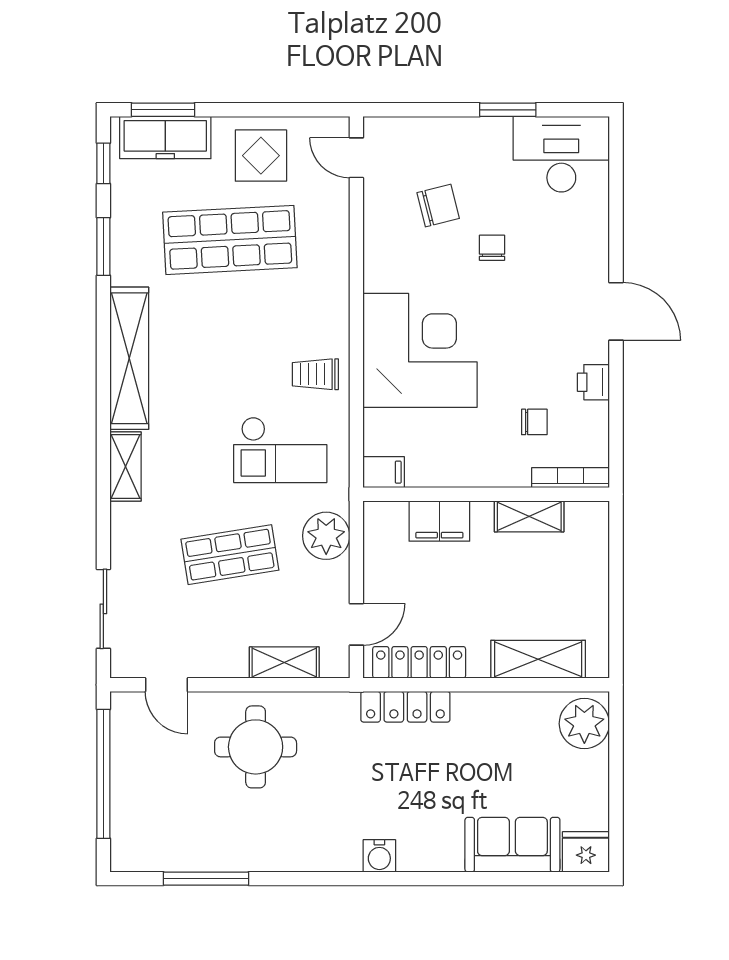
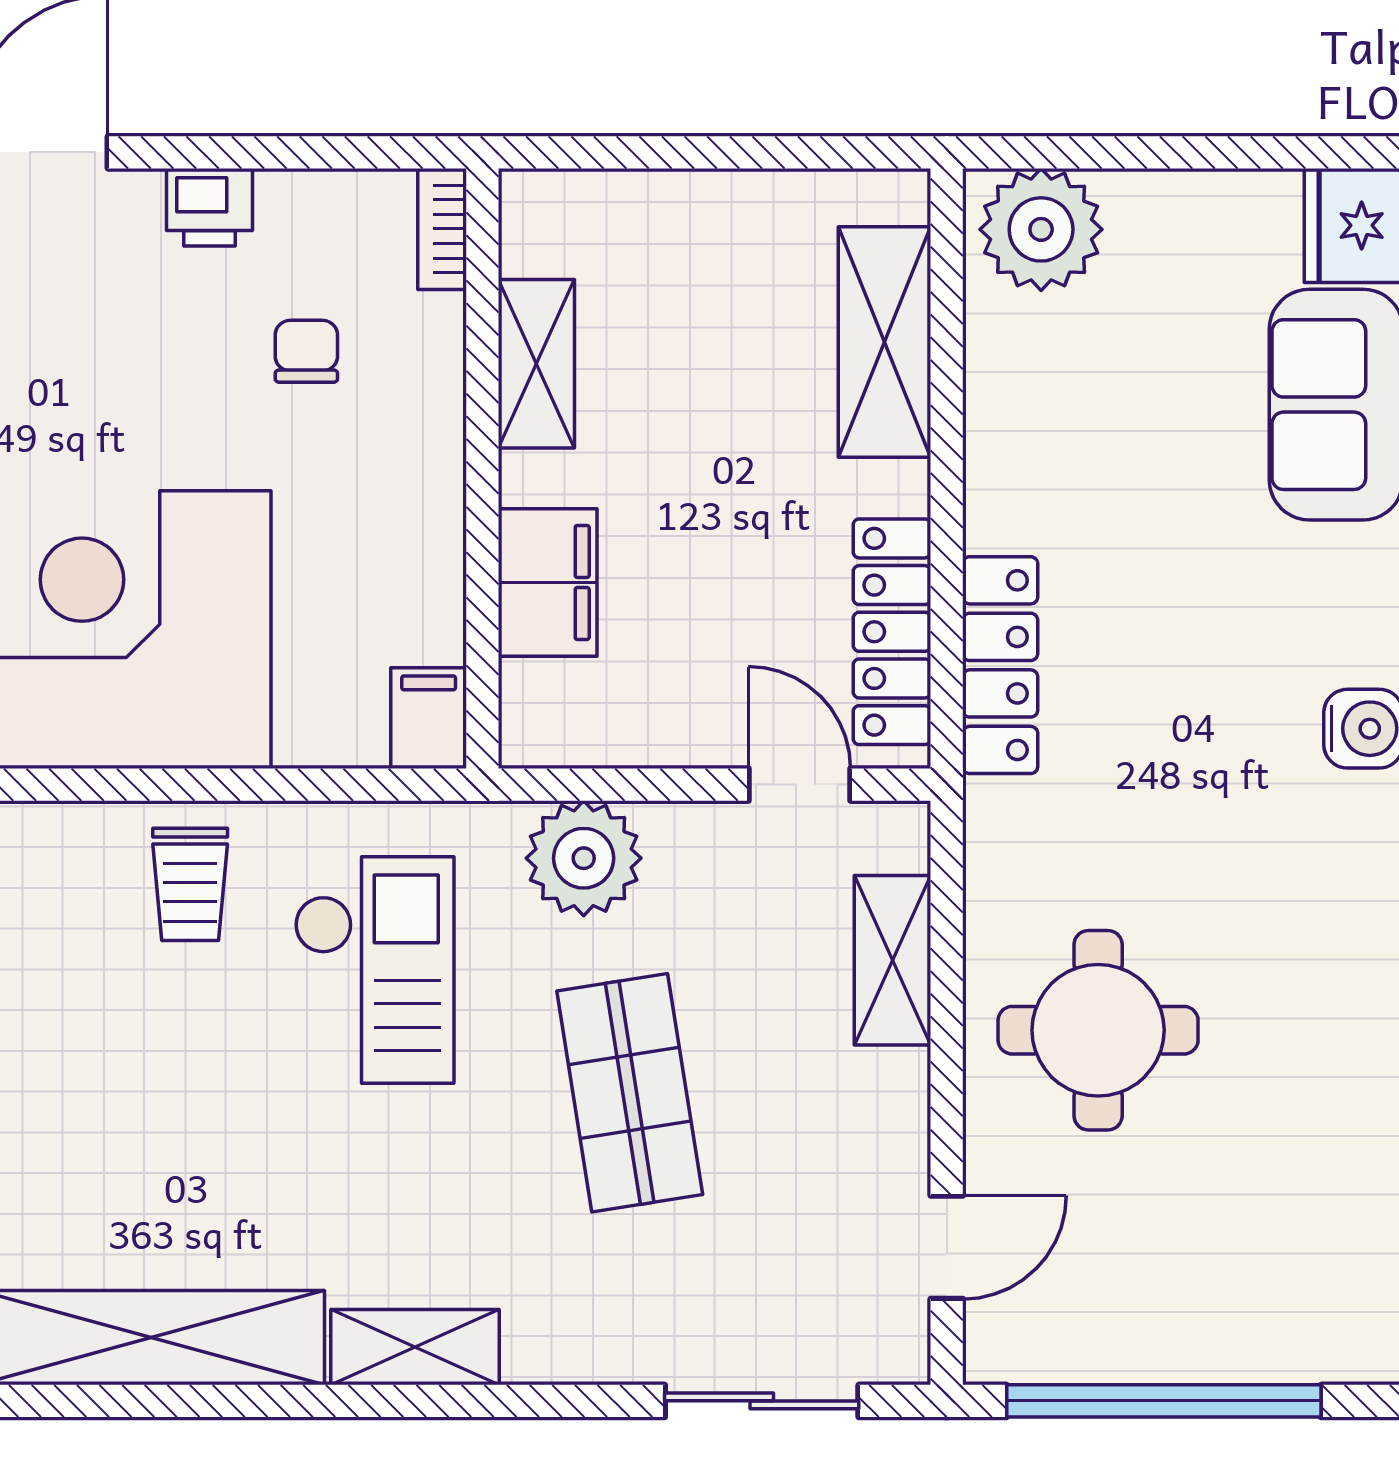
bookcase: (571, 478) -> (442, 229), width x0.64

